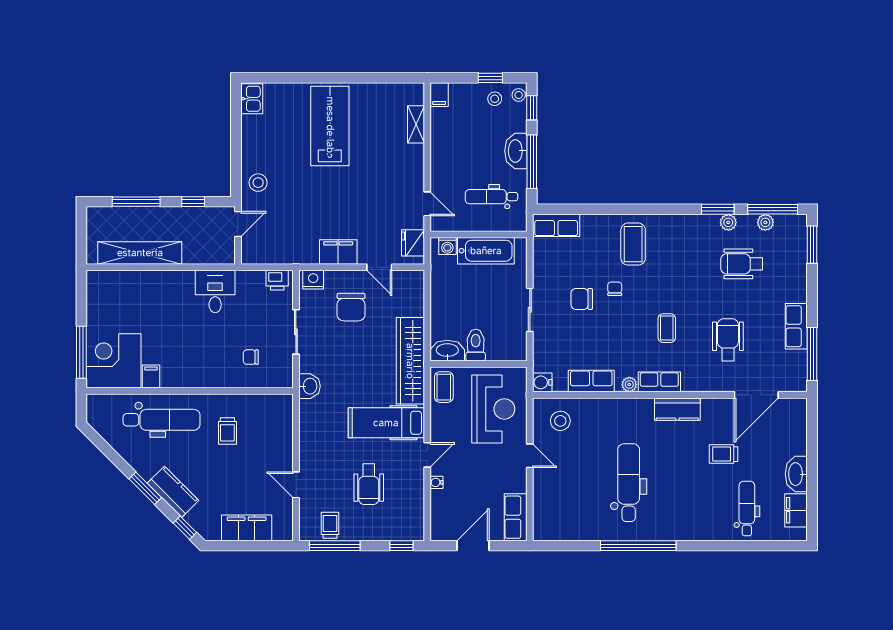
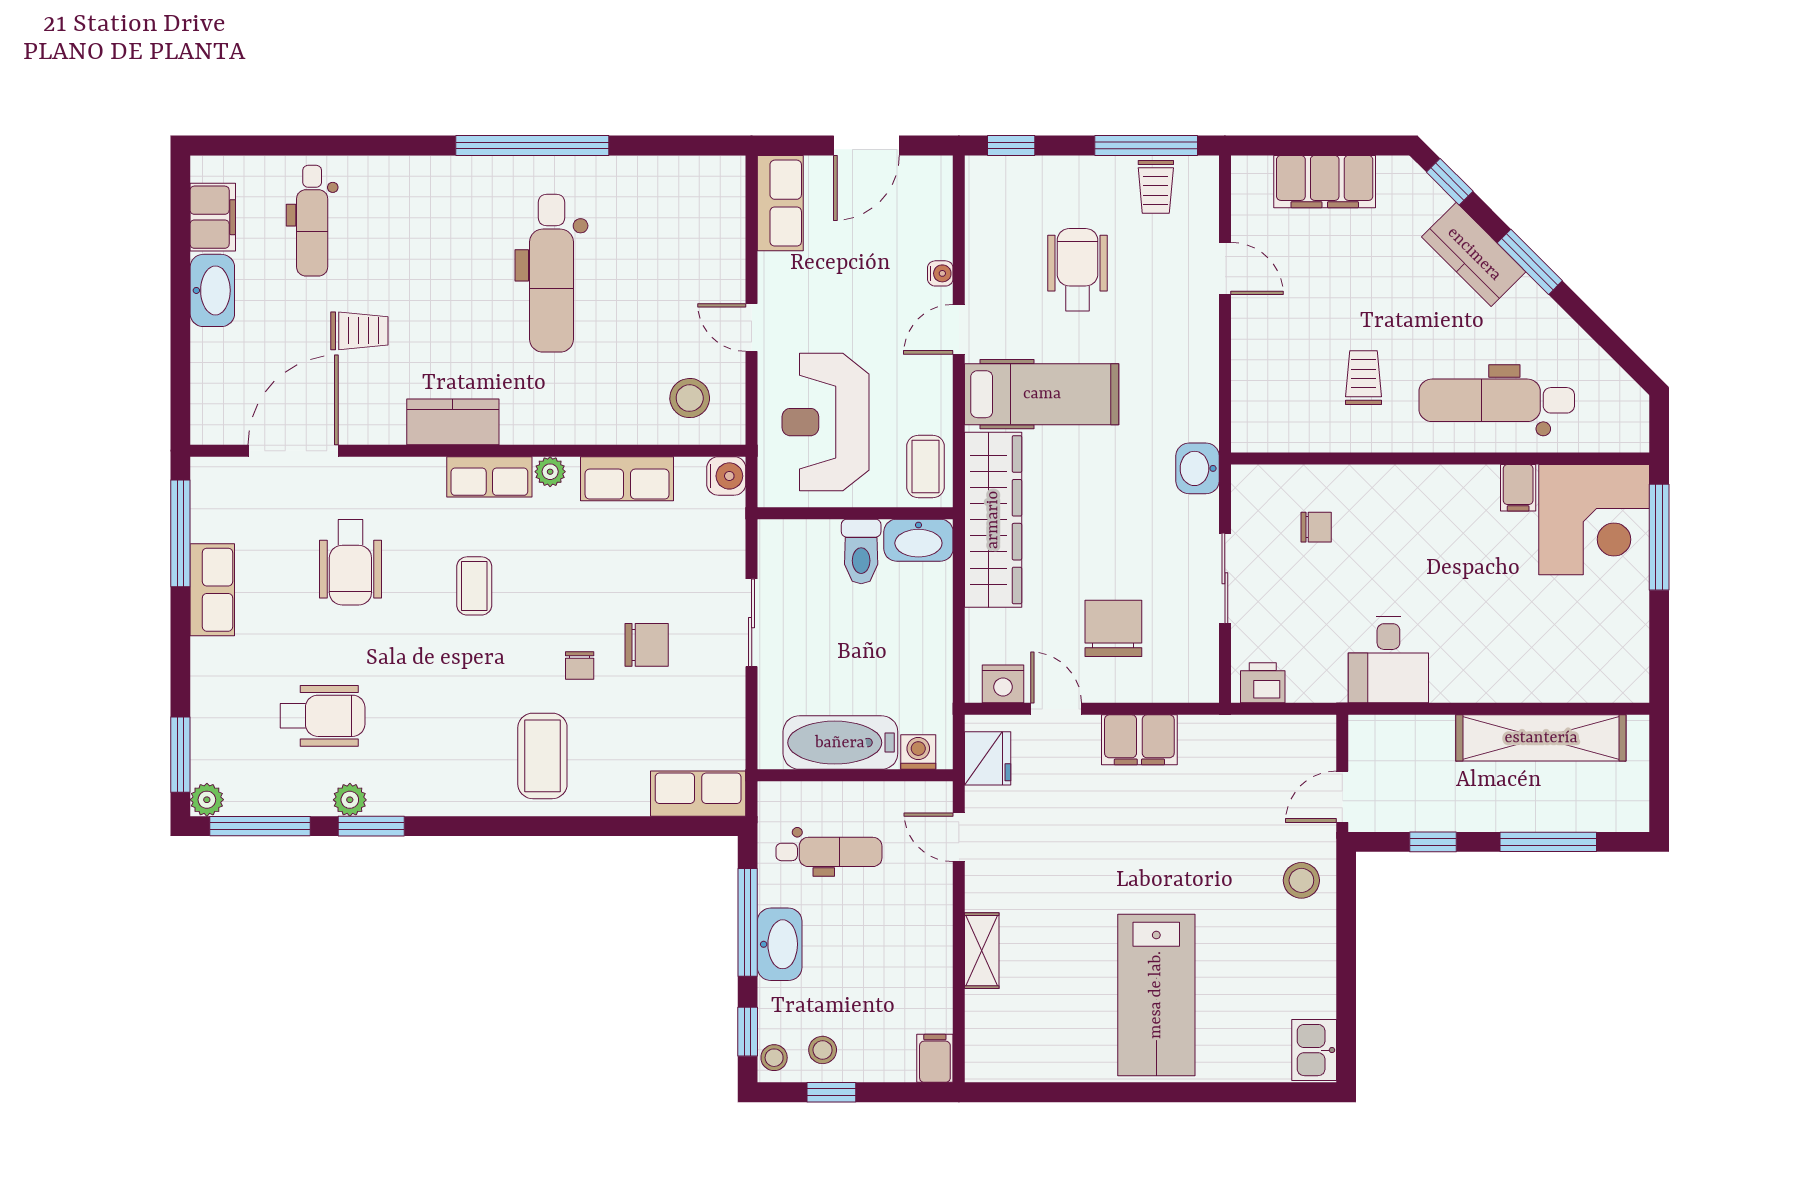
shelving: (416, 124) -> (982, 951), moved
plant: (765, 222) -> (207, 800), moved
nightstand: (313, 280) -> (1003, 684), moved

